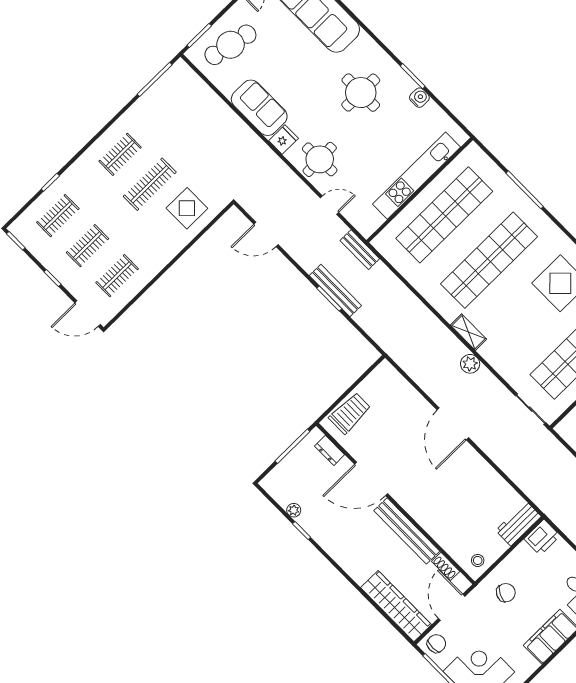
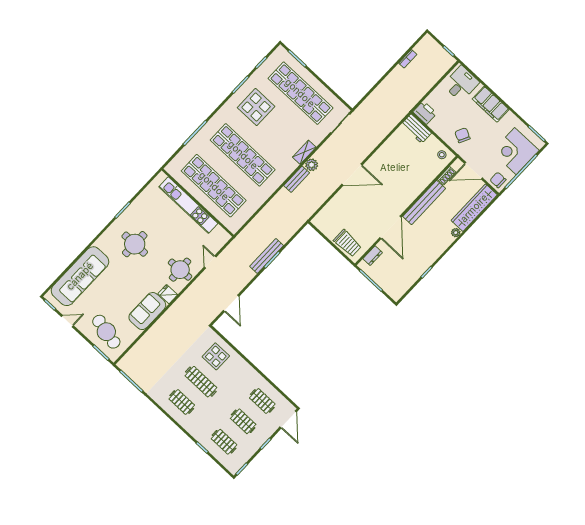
water cooler: (419, 98) -> (137, 205), removed
bench: (360, 250) -> (297, 179), moved
shelving: (468, 332) -> (304, 152), moved
trolley: (350, 413) -> (347, 243), turned 180
plant: (294, 510) -> (456, 233), moved

